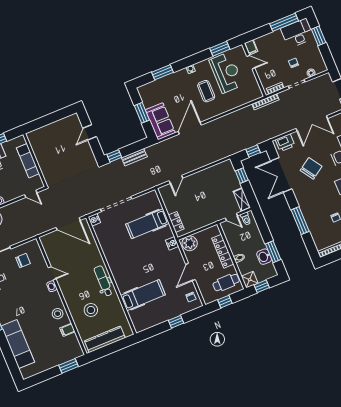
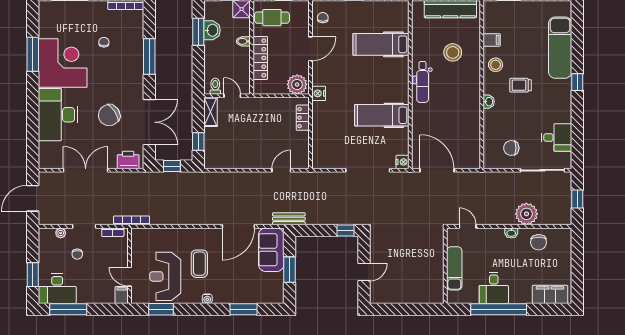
bench: (134, 157) -> (289, 219), moved
hospital bed: (147, 224) -> (382, 115), moved, turned 180
door: (52, 273) -> (482, 117), removed
trolley: (35, 307) -> (520, 85), added

